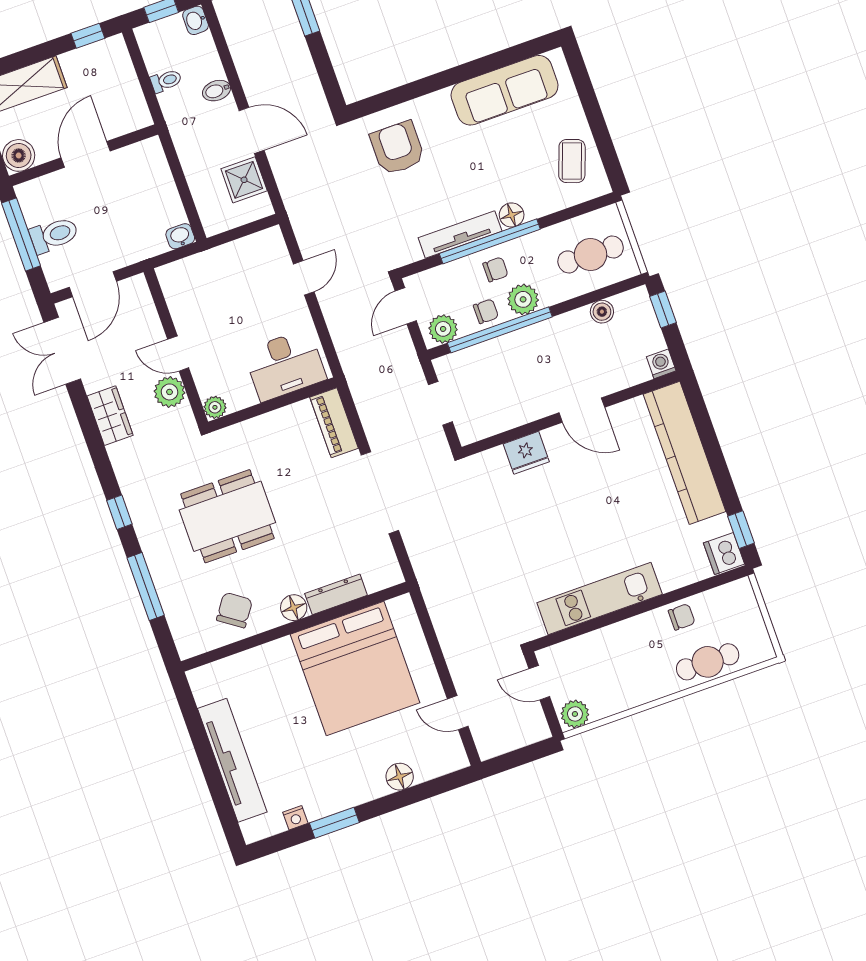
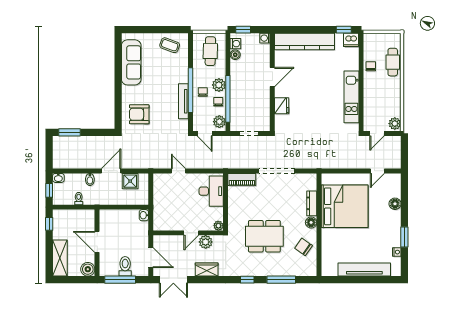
floor lamp: (512, 215) -> (183, 77), removed
washing machine: (626, 304) -> (235, 44), added
dining table: (227, 516) -> (264, 236), turned 90

